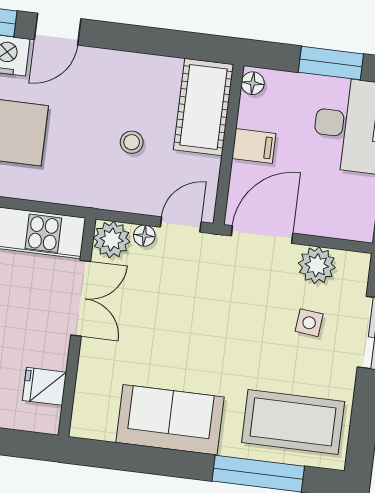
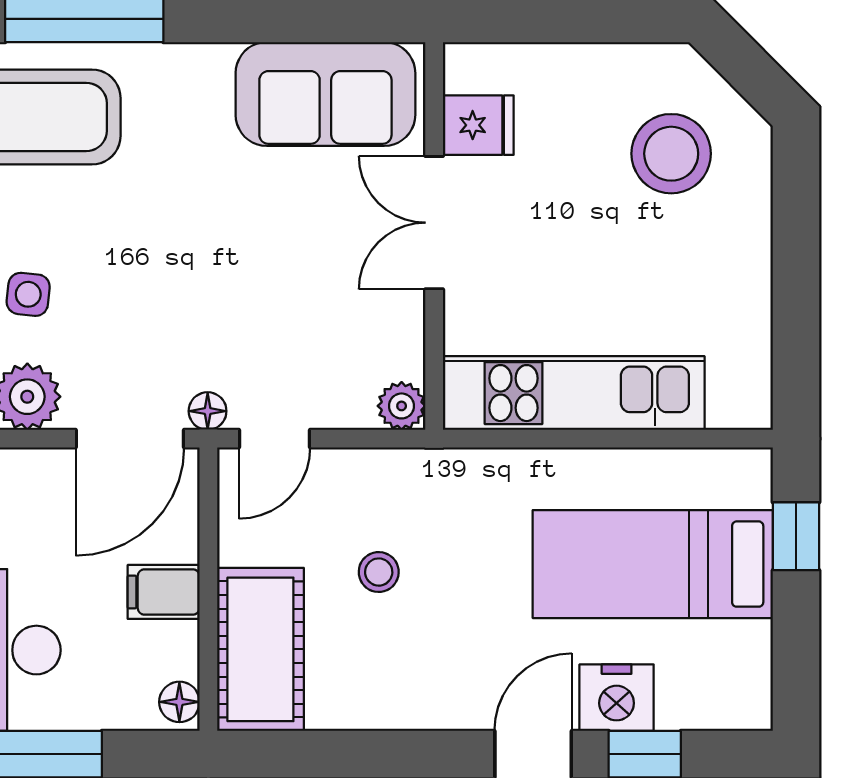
floor lamp: (144, 236) -> (208, 411), moved
plant: (112, 240) -> (402, 406), width x0.73, depth x0.73
double door: (81, 298) -> (434, 223), moved
sofa: (170, 420) -> (325, 94), moved

